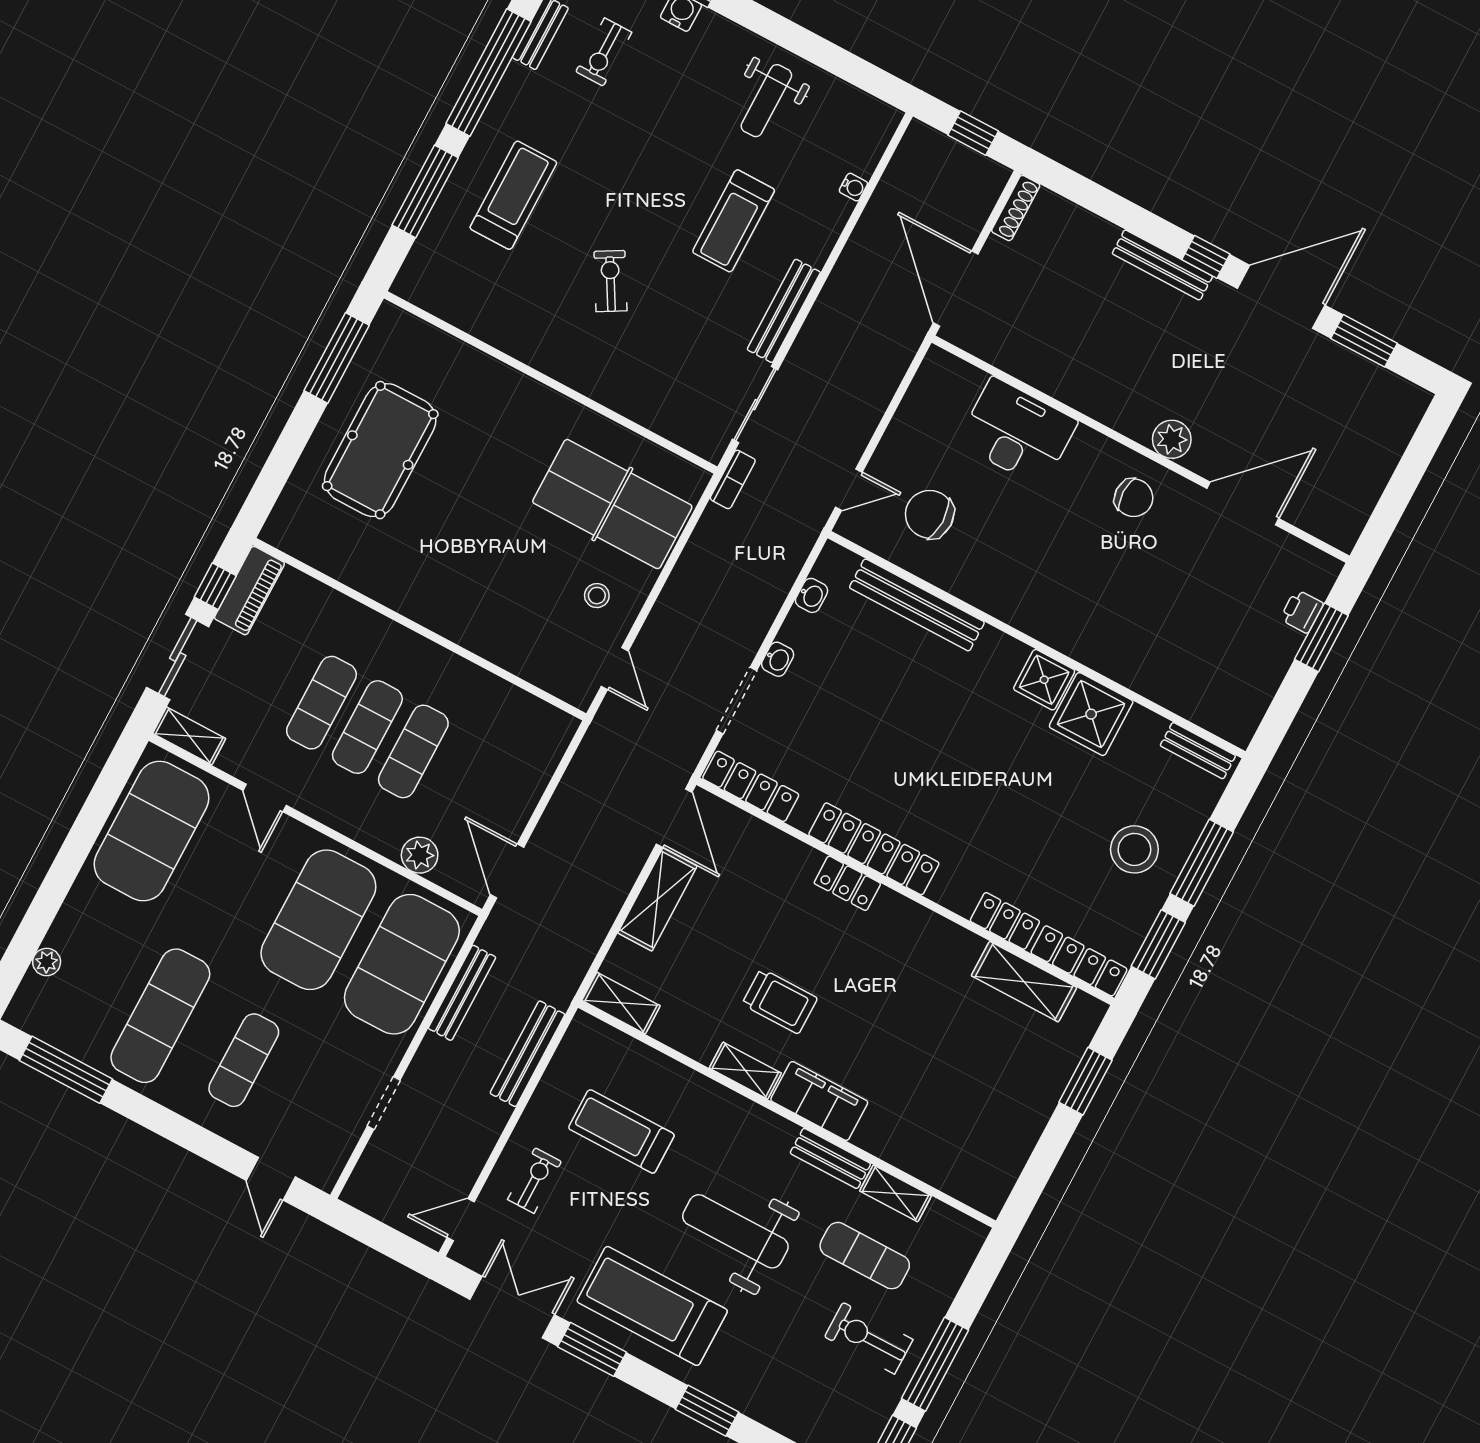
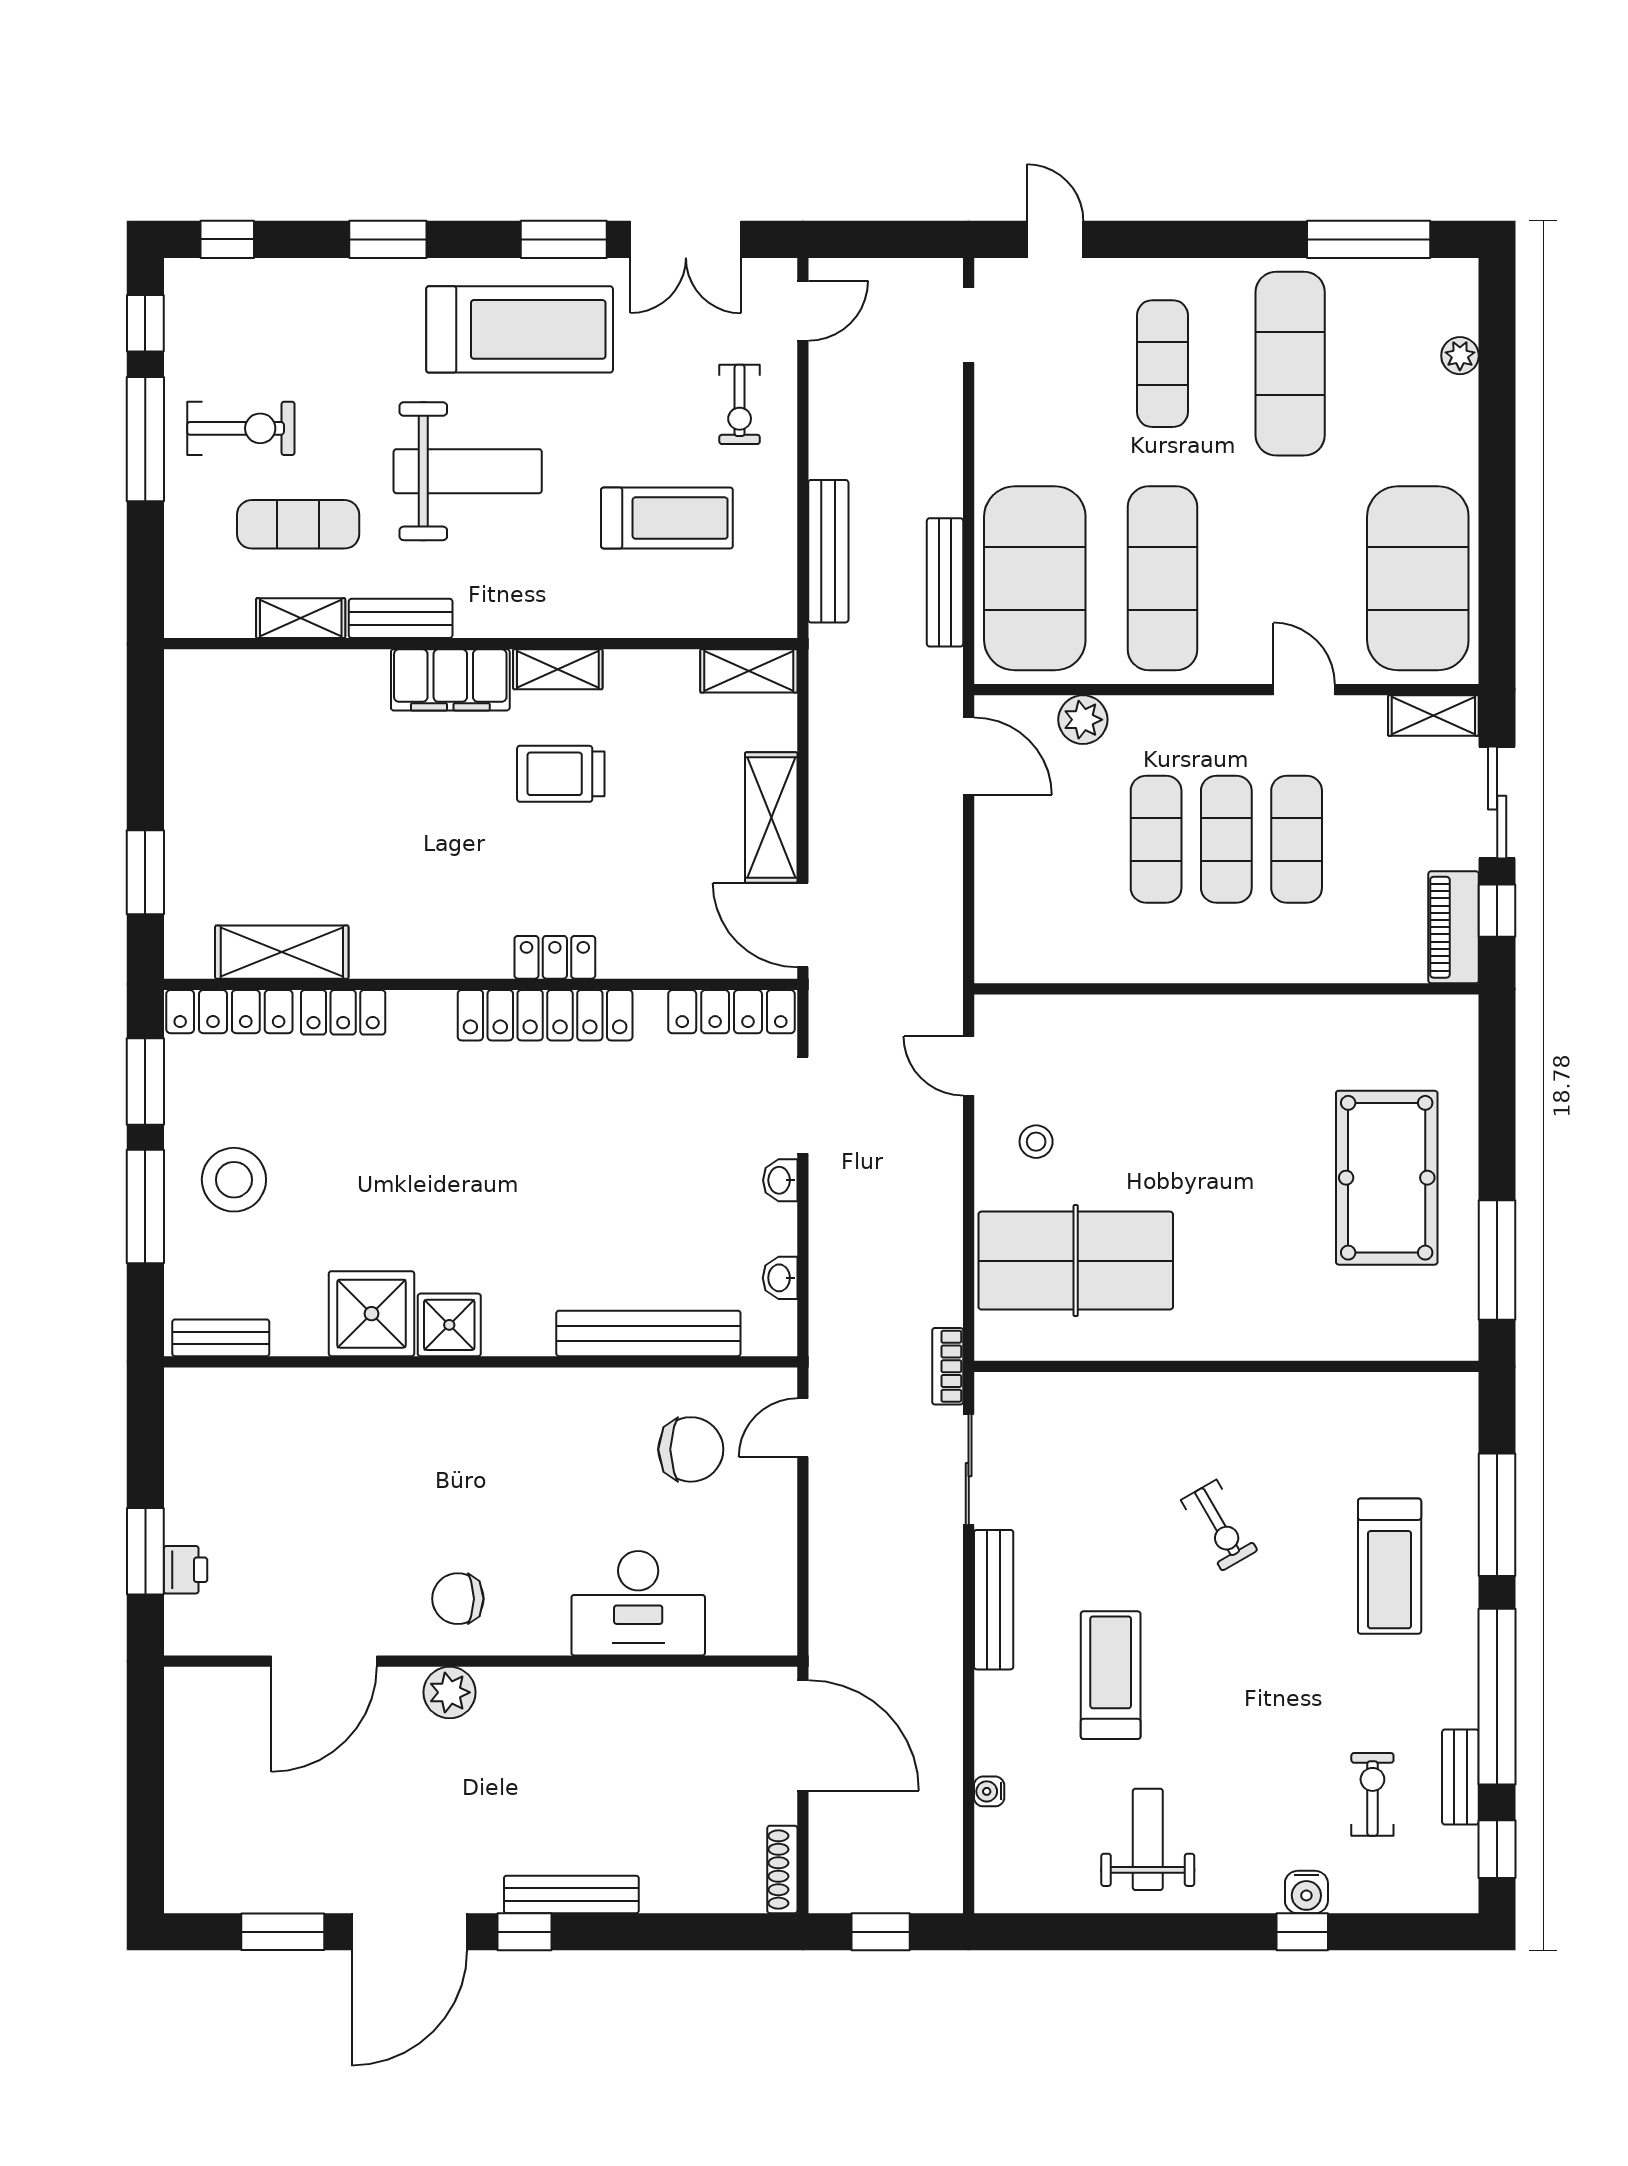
exercise mat: (318, 920) -> (1163, 578), width x0.68
doorway: (384, 1103) -> (969, 325), moved

